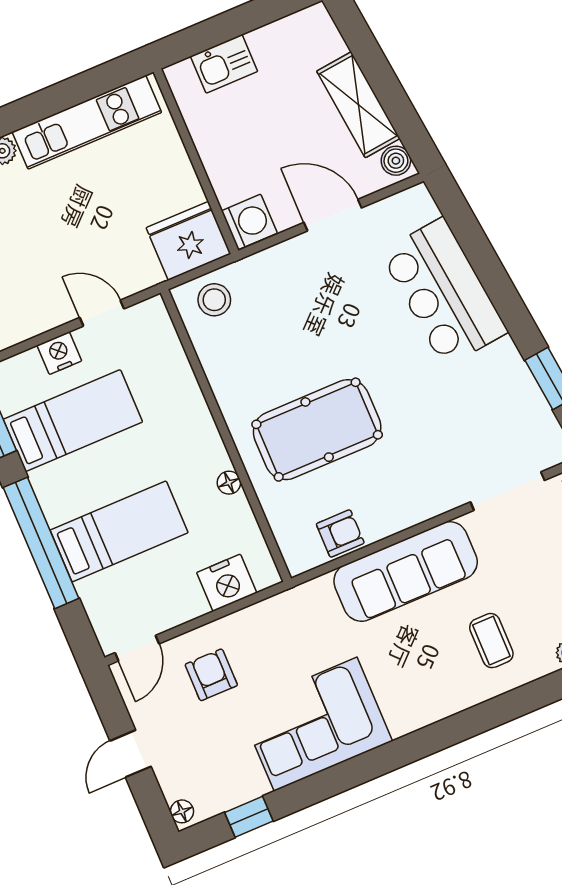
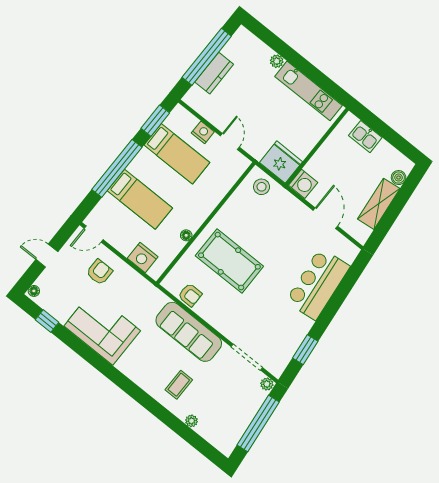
boiler: (396, 161) -> (399, 178), moved

